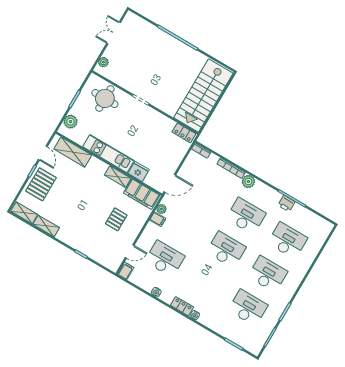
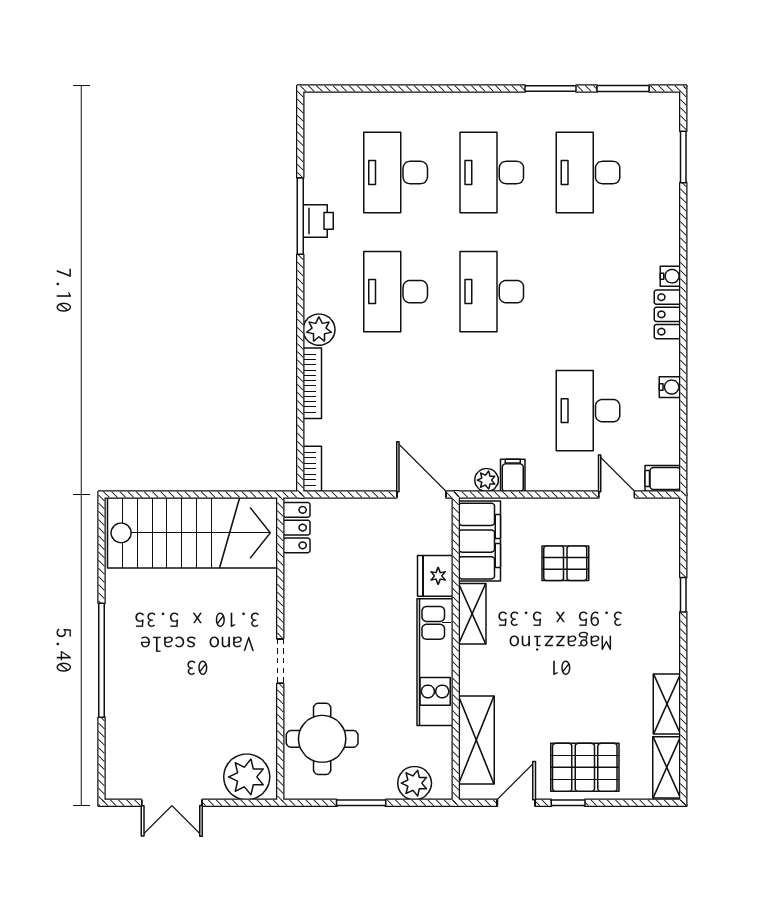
plant: (103, 62) -> (247, 777), width x1.87, depth x1.87

